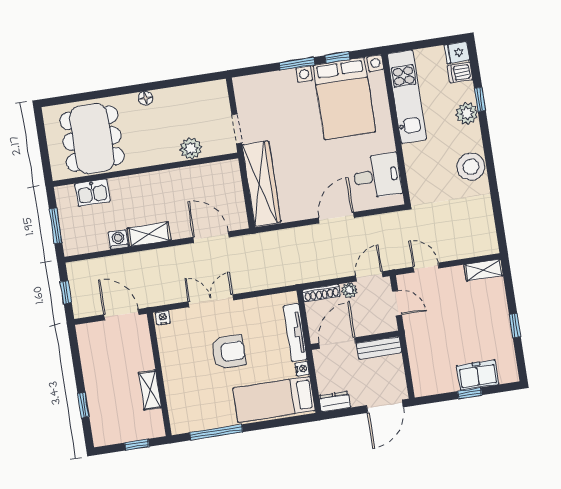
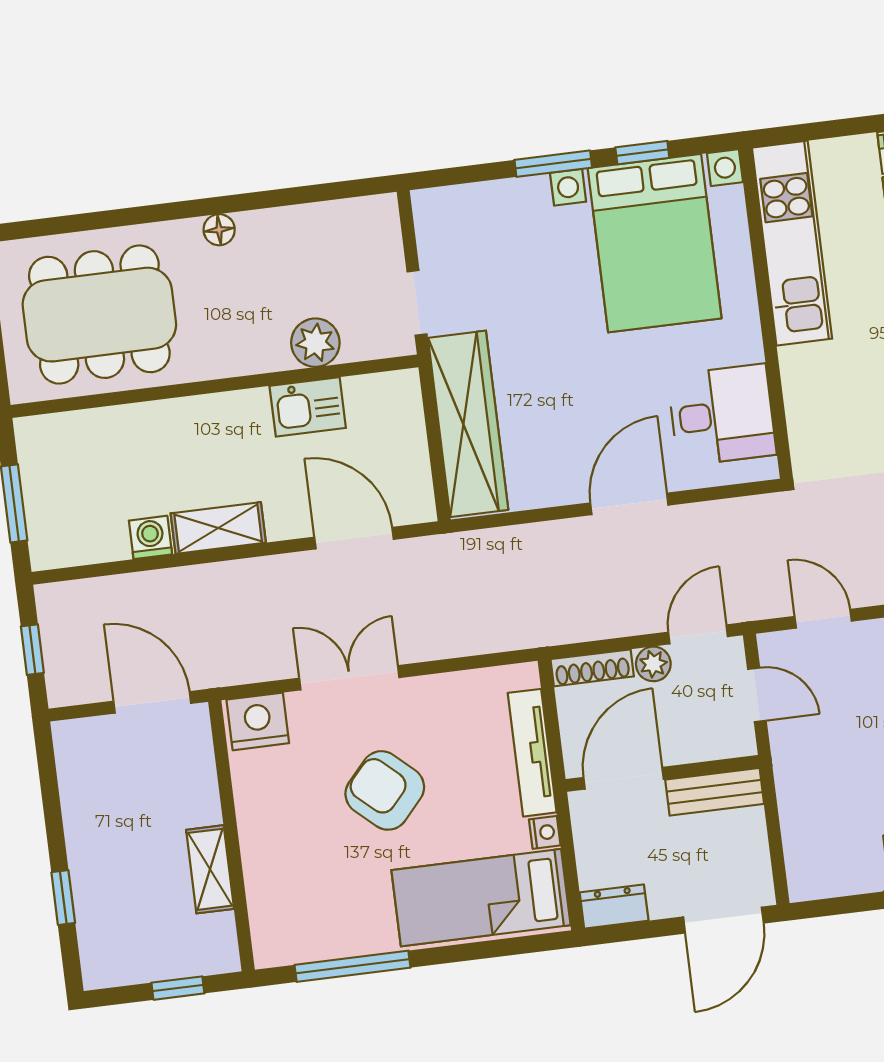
dining table: (92, 139) -> (99, 315), turned 90
kitchen sink: (92, 193) -> (308, 407), moved
nightstand: (163, 318) -> (258, 721), width x1.89, depth x1.79
armchair: (229, 352) -> (385, 790), turned -138

